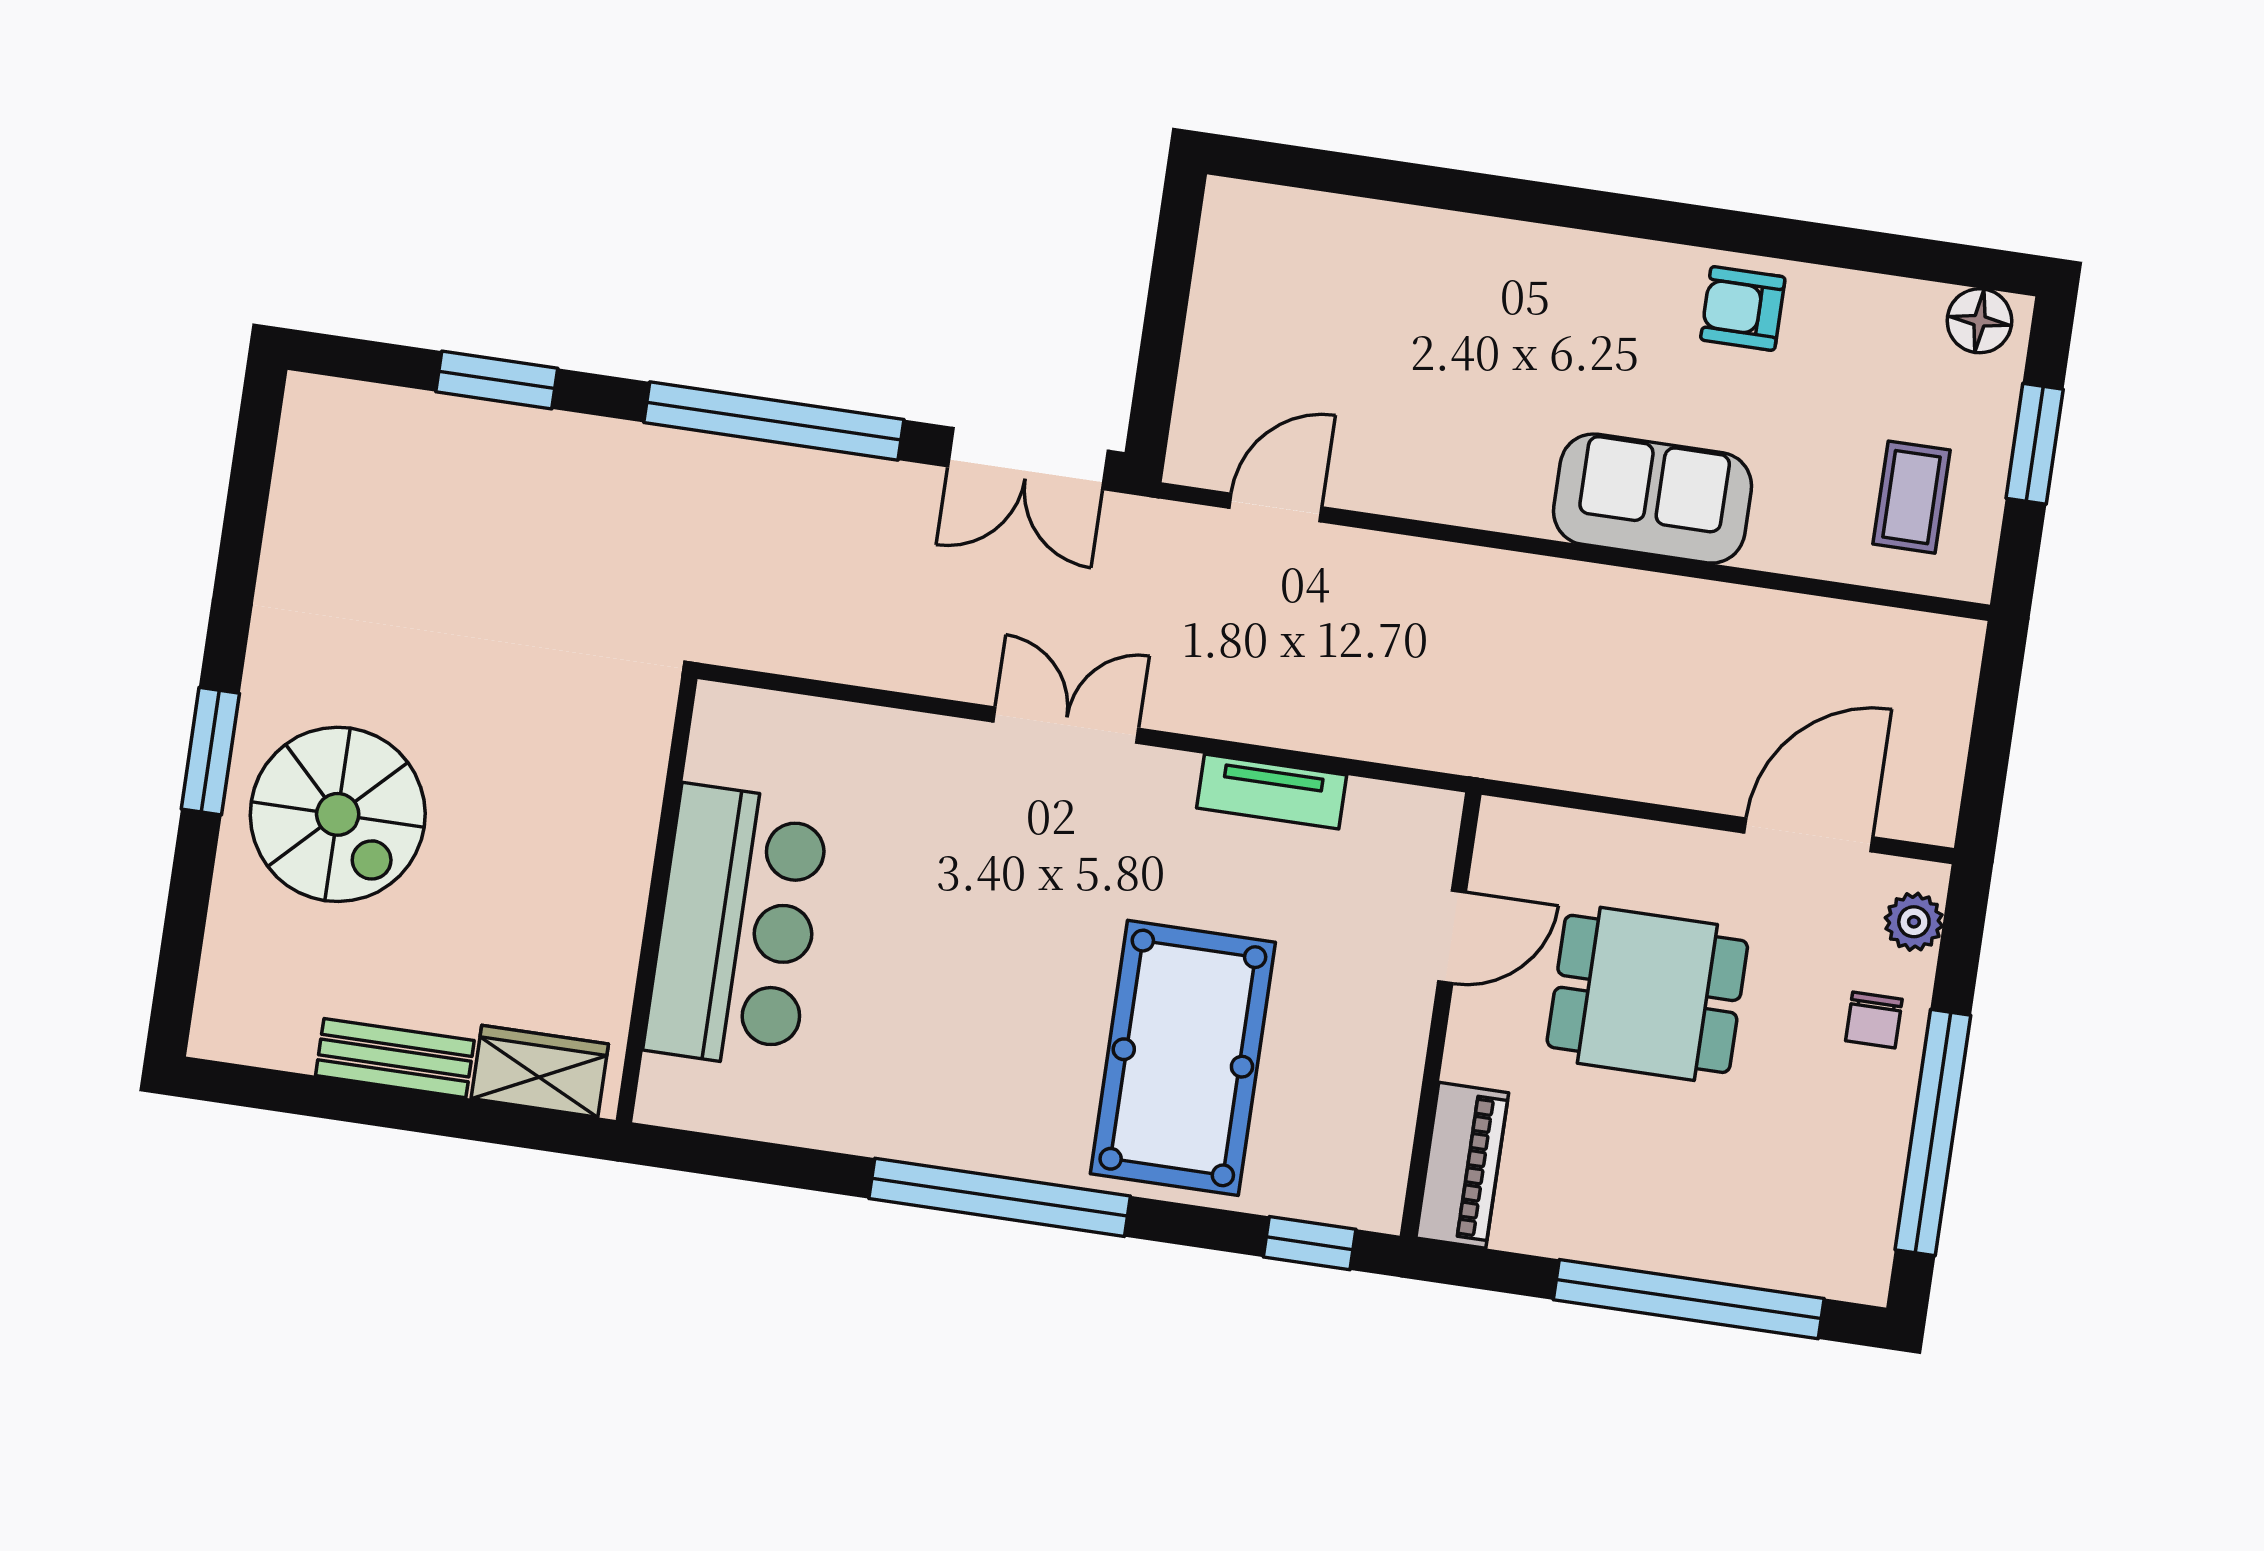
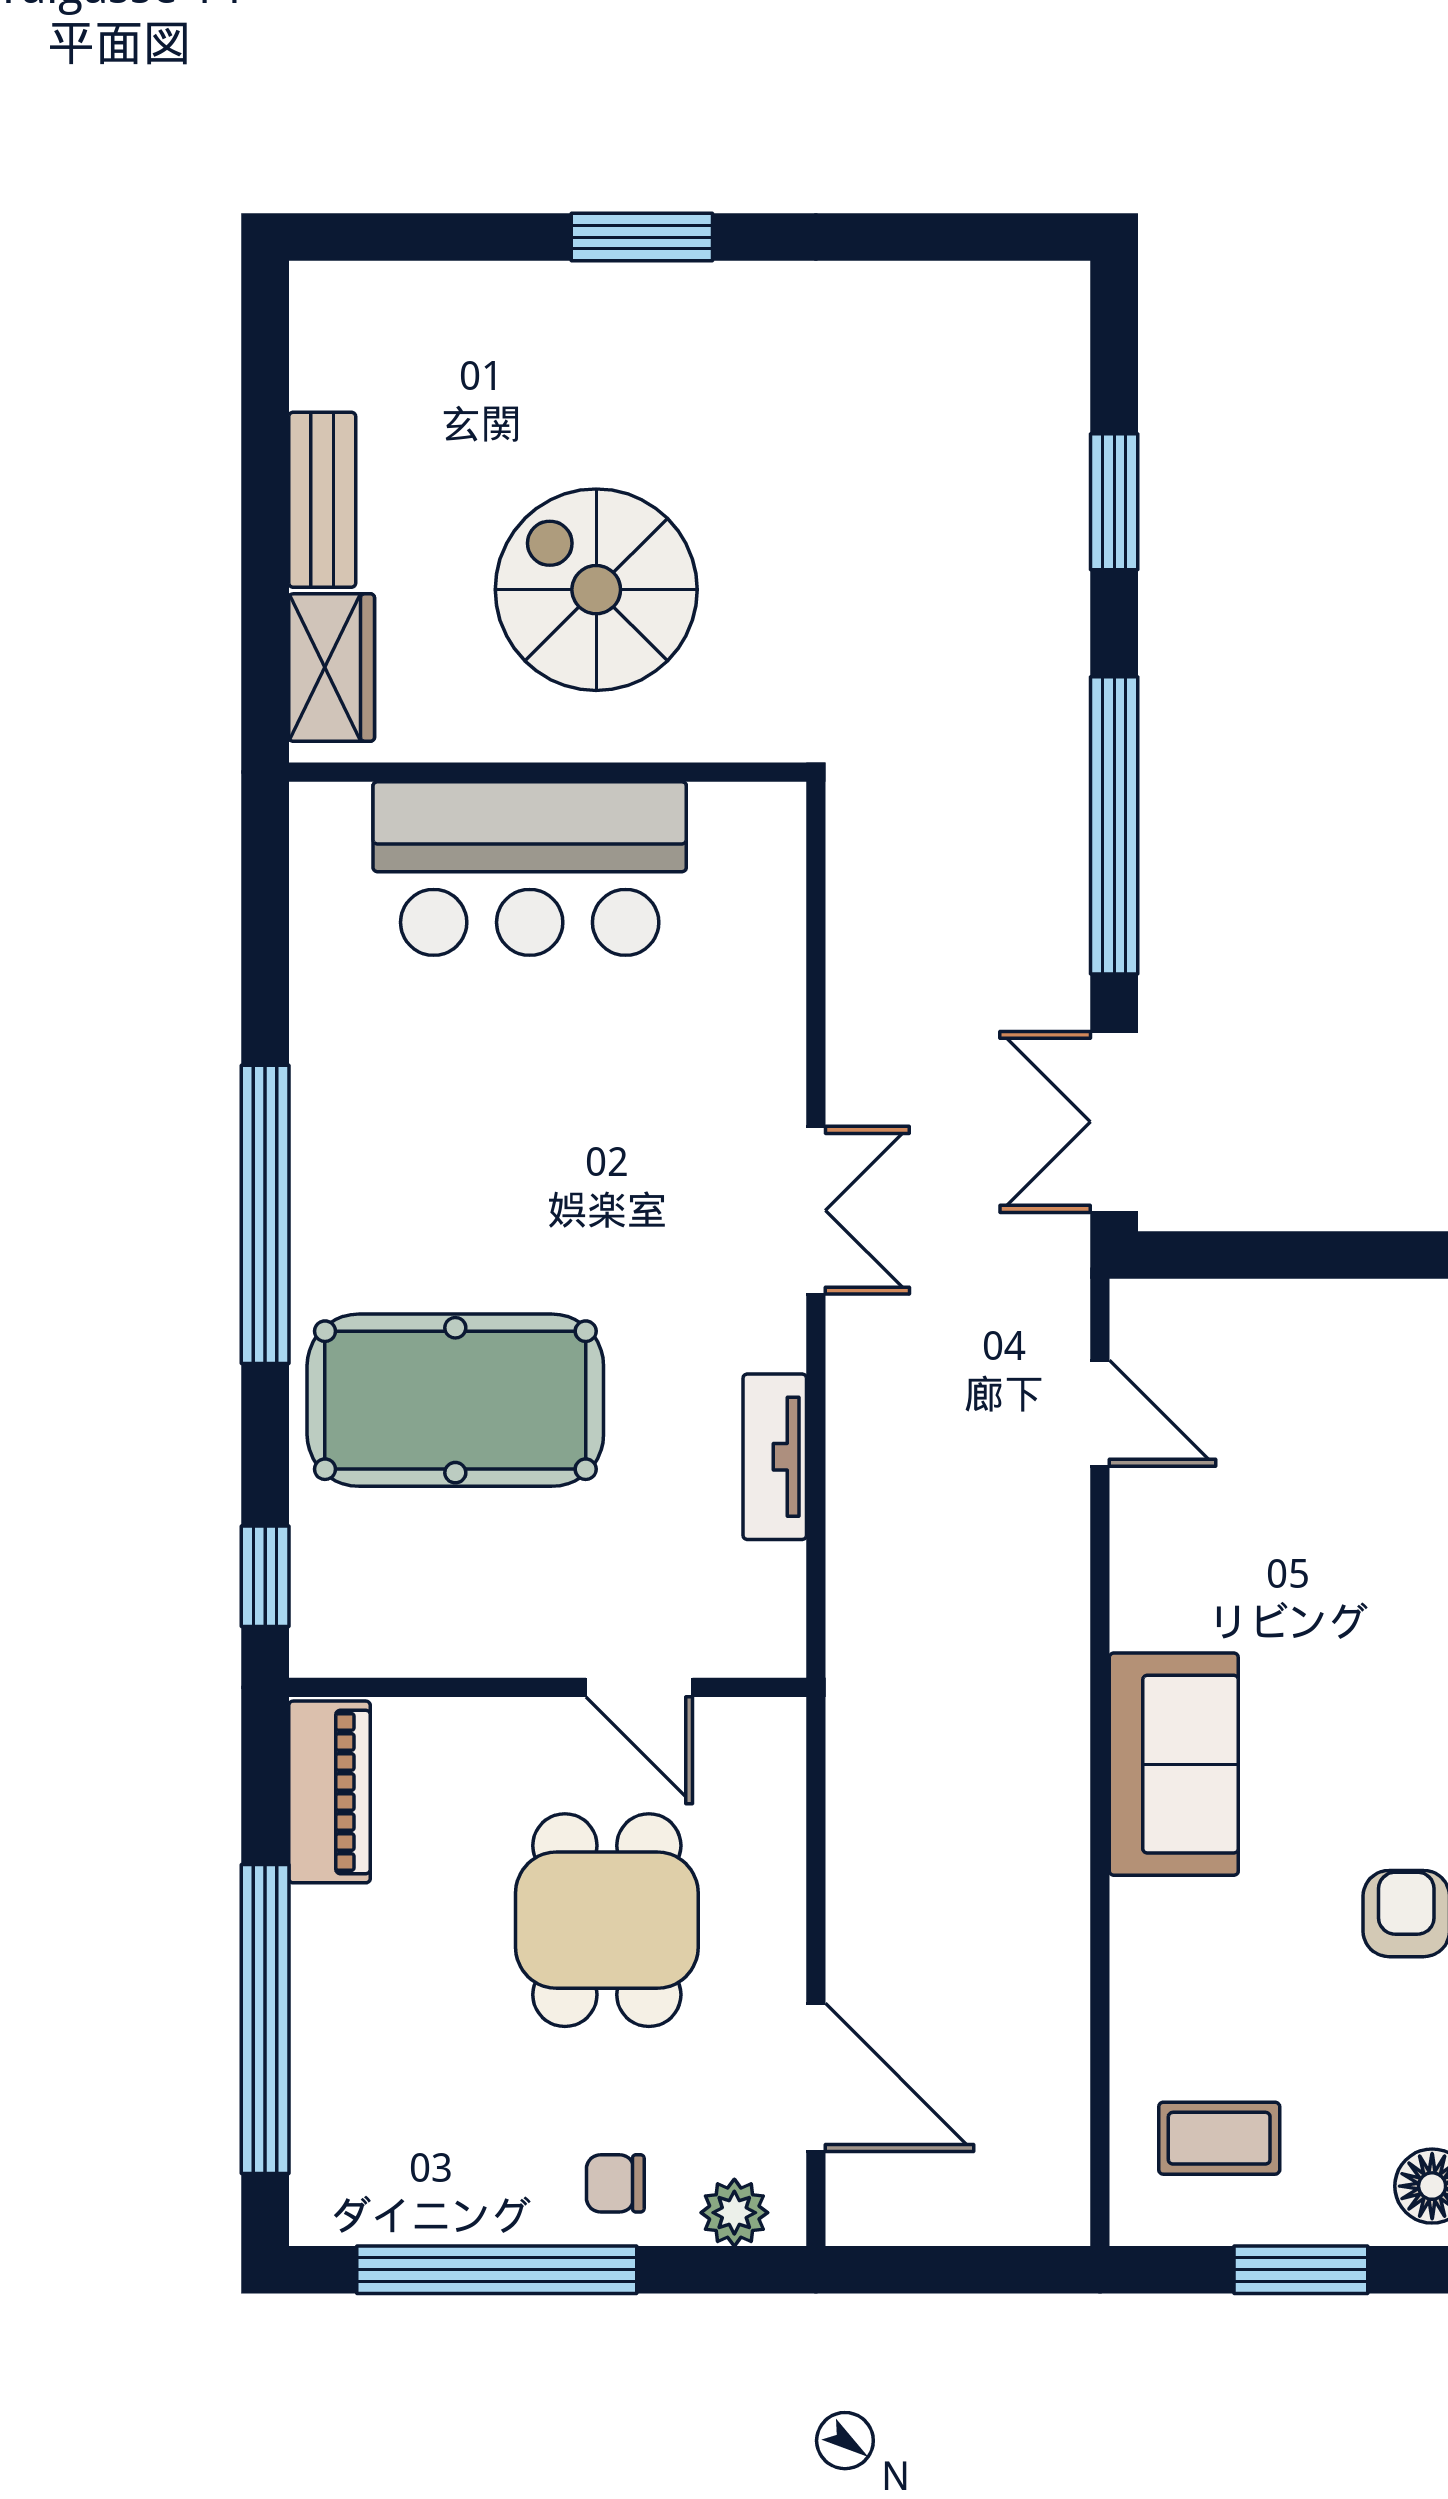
sofa: (1652, 499) -> (1174, 1764), moved
spiral stairs: (338, 814) -> (596, 590), moved, turned 90
piano: (1462, 1165) -> (329, 1792), moved, turned -90

